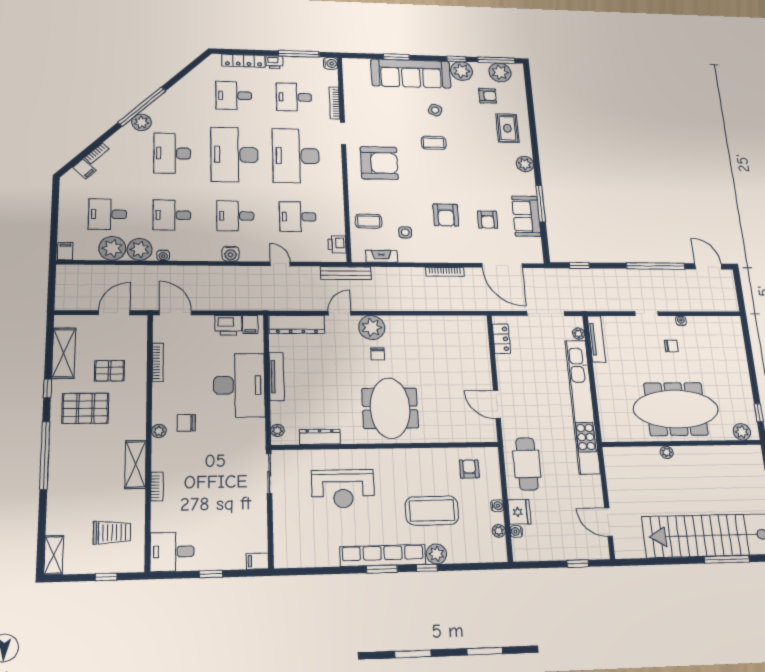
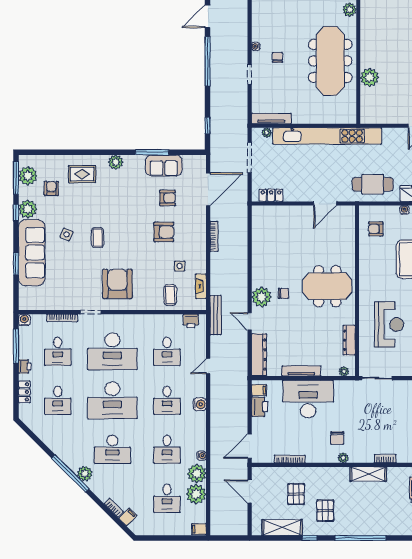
locker: (243, 61) -> (24, 392), width x0.66
pallet: (85, 408) -> (325, 511), width x0.67, depth x0.71
plant: (667, 452) -> (370, 77), width x1.88, depth x1.88

